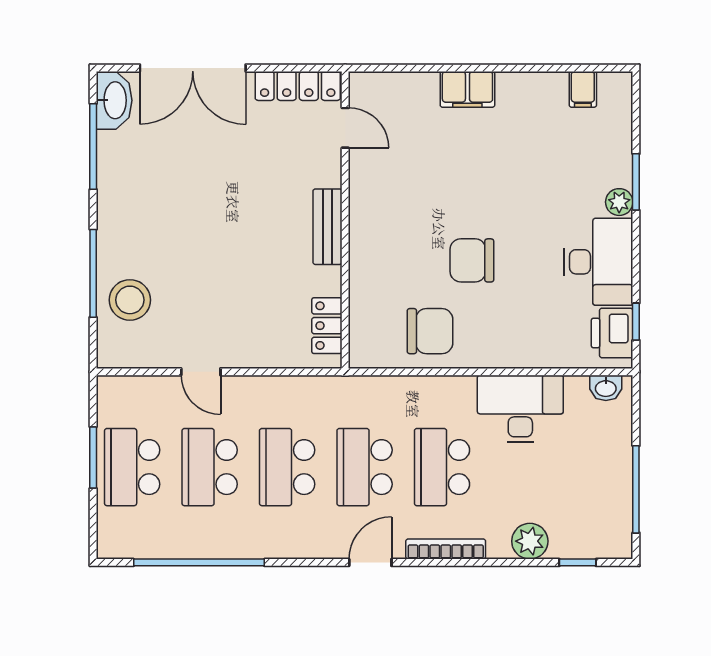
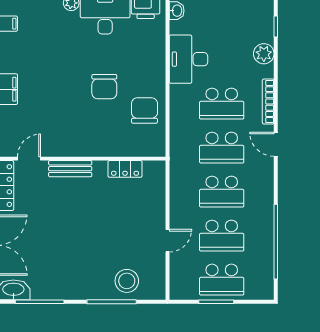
bench: (327, 227) -> (70, 169), moved
locker: (327, 326) -> (125, 169), moved

